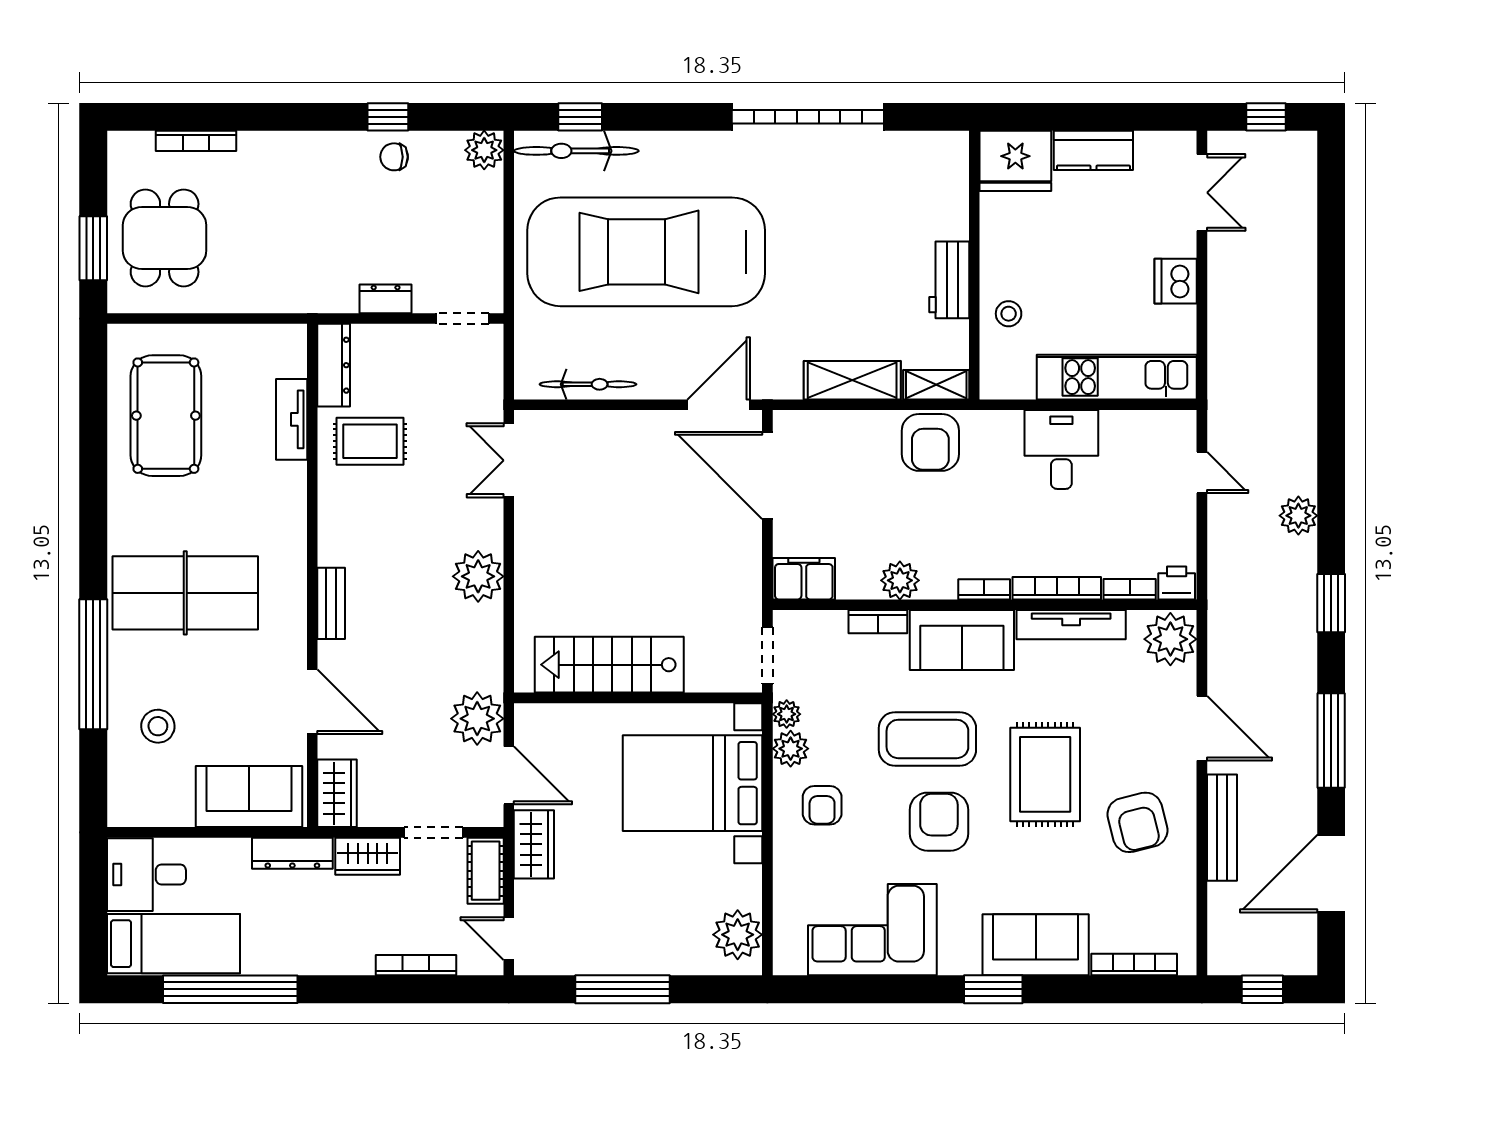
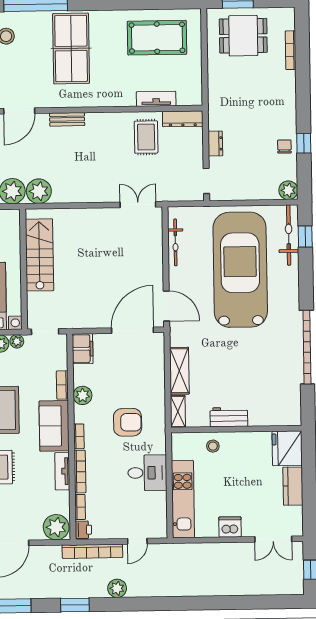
armchair: (930, 442) -> (128, 422), moved, turned 180
bookcase: (1221, 565) -> (92, 551), added
plant: (478, 576) -> (39, 191), moved
tv unit: (1071, 625) -> (62, 471), width x0.71

